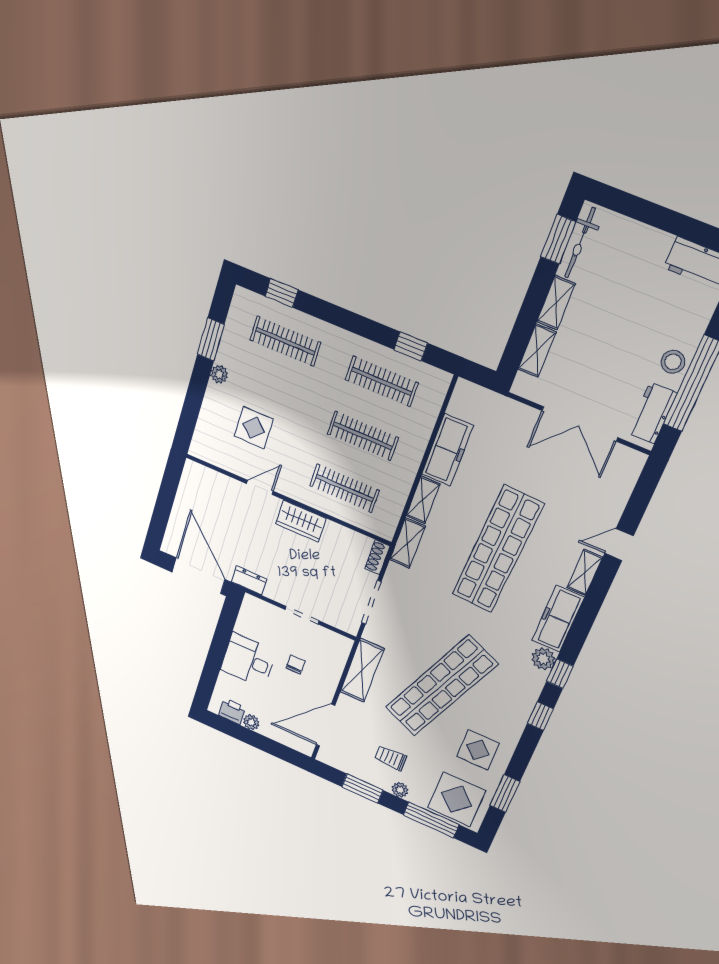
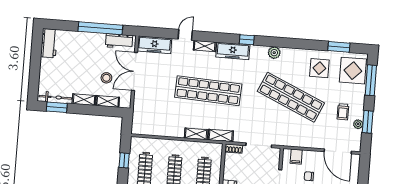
stool: (673, 362) -> (106, 78), moved
double door: (580, 424) -> (135, 71), swing flipped
freezer: (447, 450) -> (155, 45), moved, turned 180
door: (619, 544) -> (185, 35), swing flipped
filing cabinet: (334, 657) -> (296, 157), added
plant: (543, 659) -> (274, 53), moved
shelving: (362, 670) -> (298, 140), removed
window: (560, 674) -> (247, 40), moved
window: (540, 716) -> (288, 43), removed
plant: (400, 790) -> (358, 124), moved

